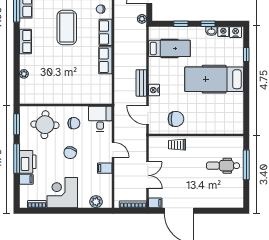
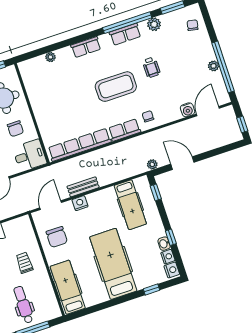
window: (181, 24) -> (156, 192), moved
row of seats: (105, 60) -> (80, 145), width x2.02
hospital bed: (221, 124) -> (68, 287), added
trolley: (177, 145) -> (24, 263), moved

